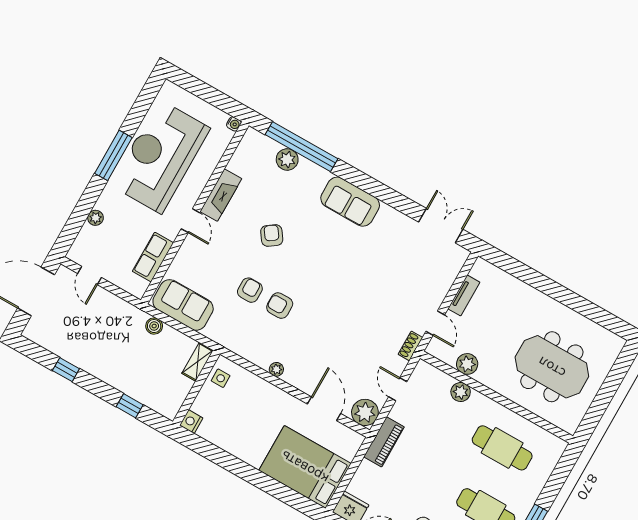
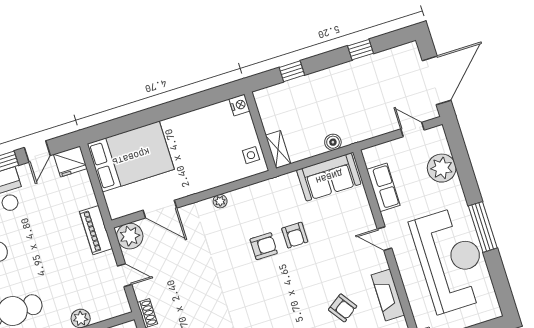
fireplace: (221, 195) -> (388, 295), moved
plant: (96, 218) -> (442, 168), width x1.88, depth x1.88
armchair: (272, 236) -> (343, 308), moved

